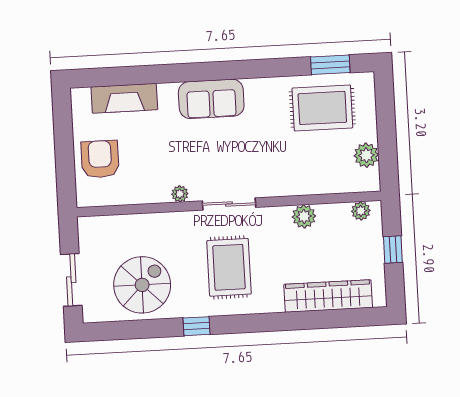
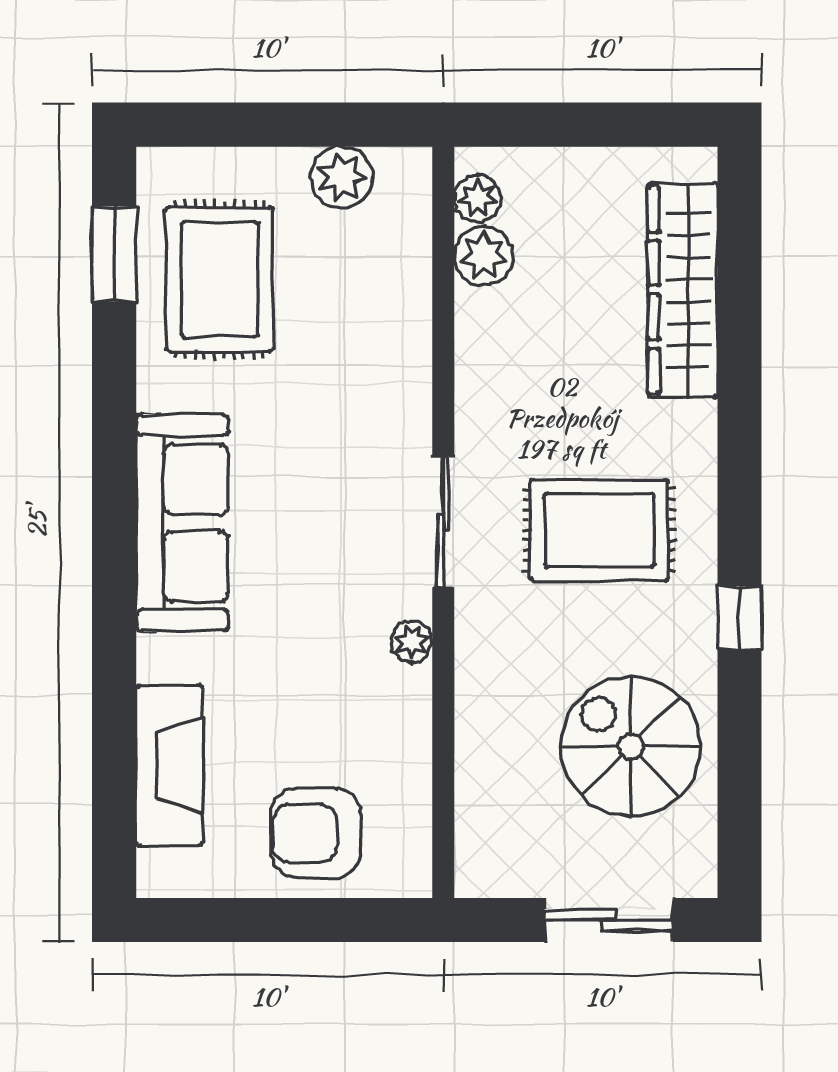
sofa: (211, 99) -> (182, 523), width x1.36
plant: (304, 216) -> (484, 256), moved
window: (393, 249) -> (577, 125), removed

